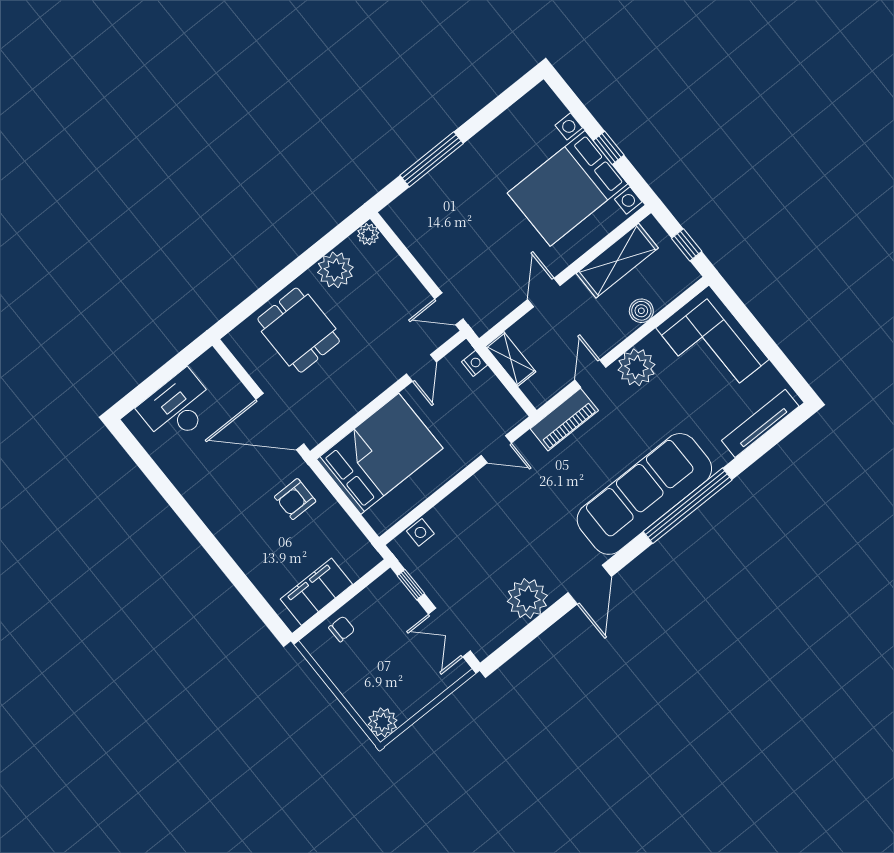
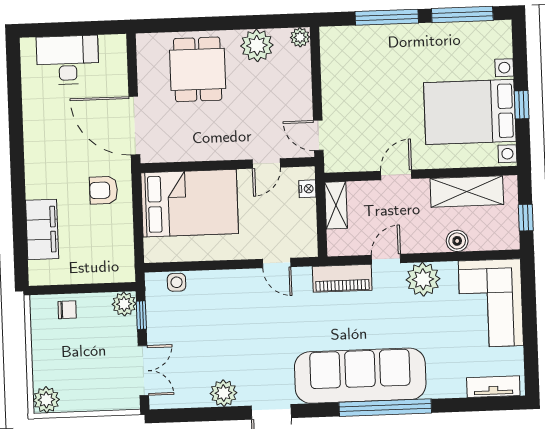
window: (497, 107) -> (462, 15), added
tv unit: (760, 423) -> (493, 387), width x0.71
plant: (388, 586) -> (124, 304), added
filing cabinet: (316, 592) -> (42, 229), moved, turned 90
plant: (527, 599) -> (224, 393), width x0.73, depth x0.73
double door: (449, 632) -> (143, 371), swing flipped

